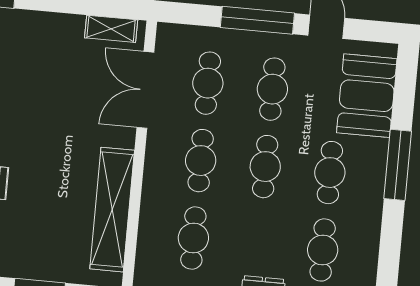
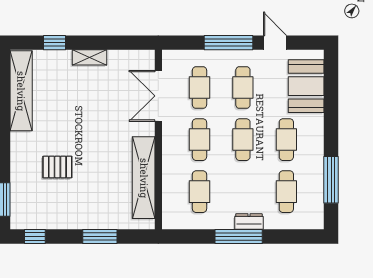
shelving: (111, 29) -> (89, 57), moved
window: (398, 165) -> (331, 180), moved

